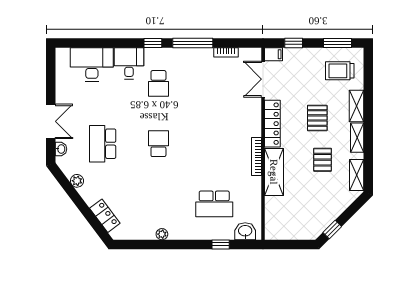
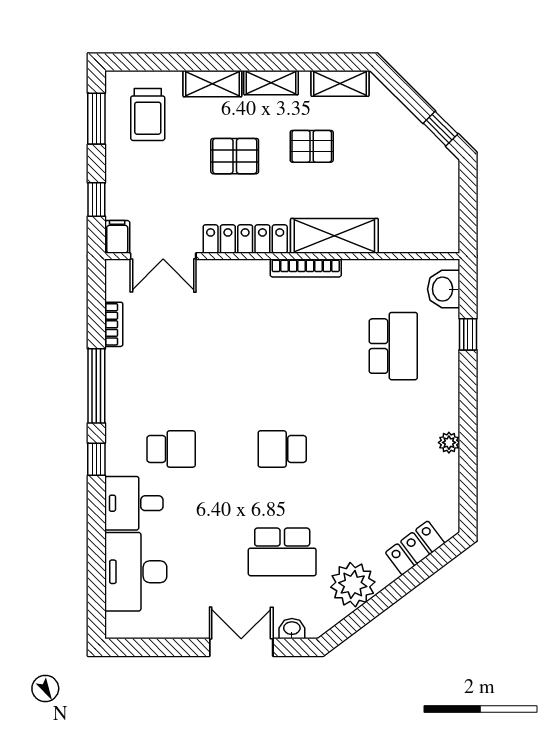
plant: (77, 181) -> (353, 585), width x1.87, depth x1.87

